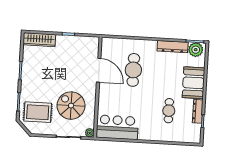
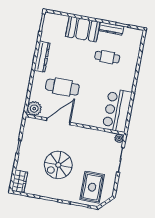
wardrobe: (39, 40) -> (20, 182), width x0.67
dresser: (173, 47) -> (42, 57), moved
plant: (196, 50) -> (34, 109), moved
spiral stairs: (71, 106) -> (58, 165), moved

